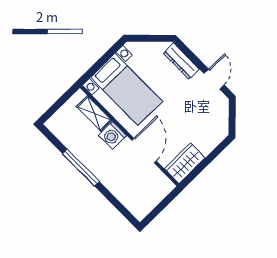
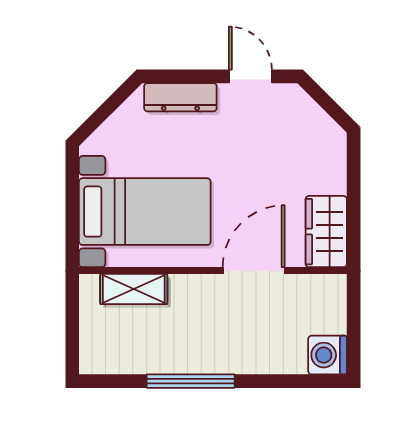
washing machine: (113, 135) -> (328, 355), moved, turned 90
door: (144, 151) -> (254, 271), hinge flipped

